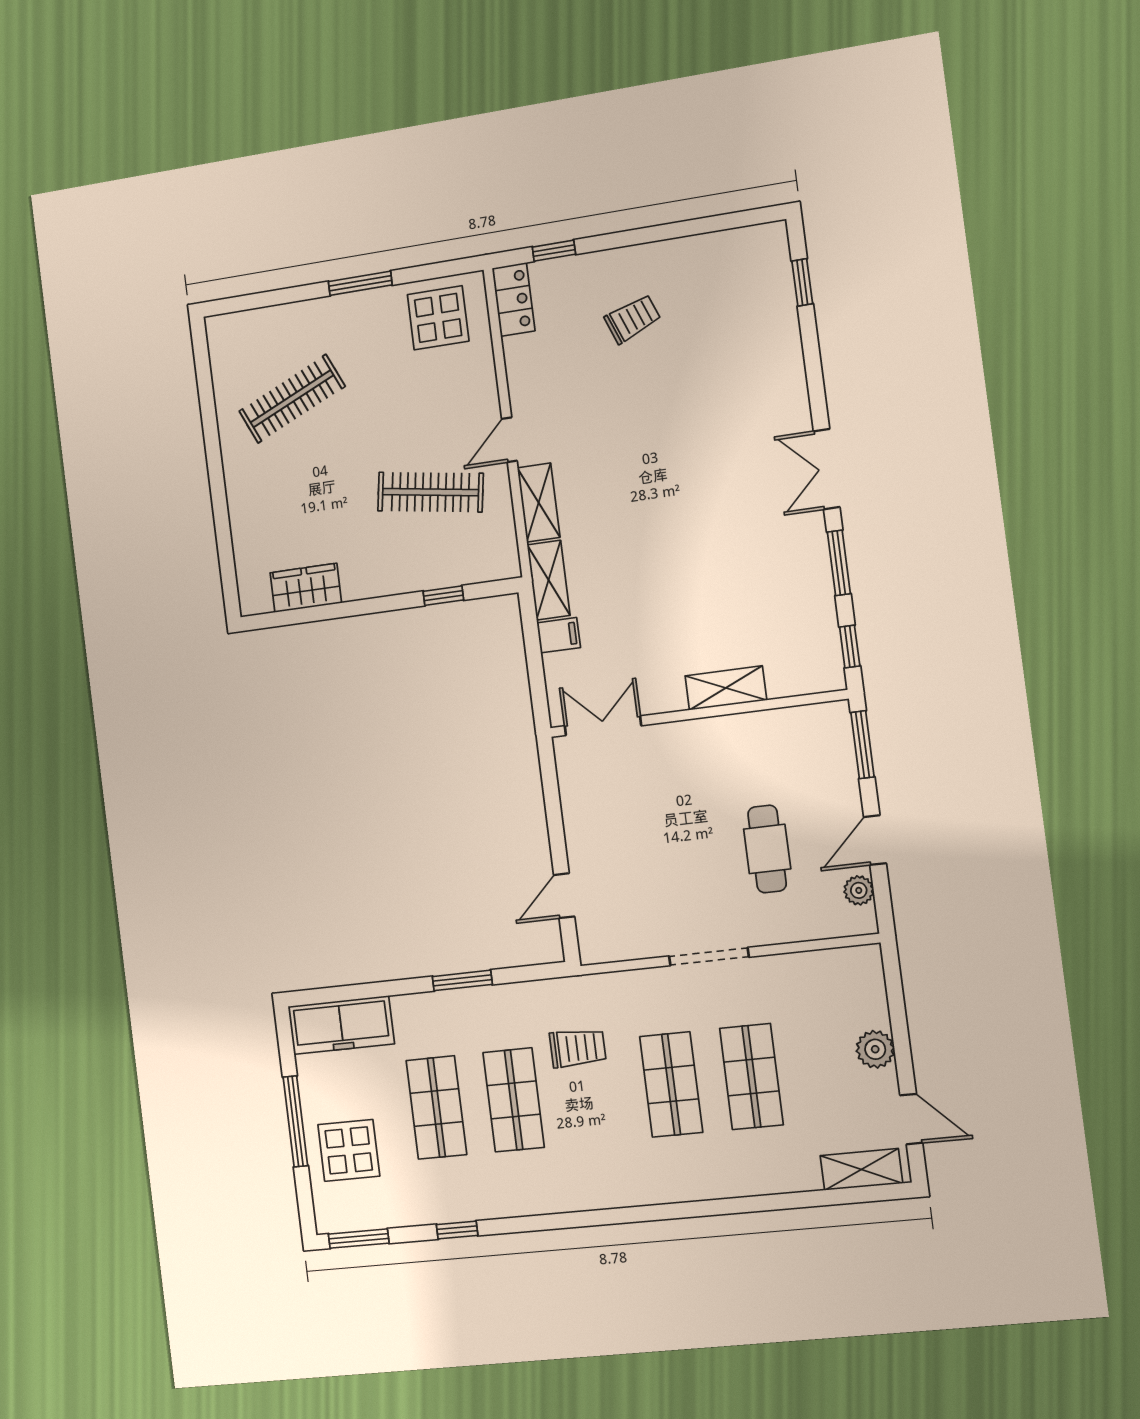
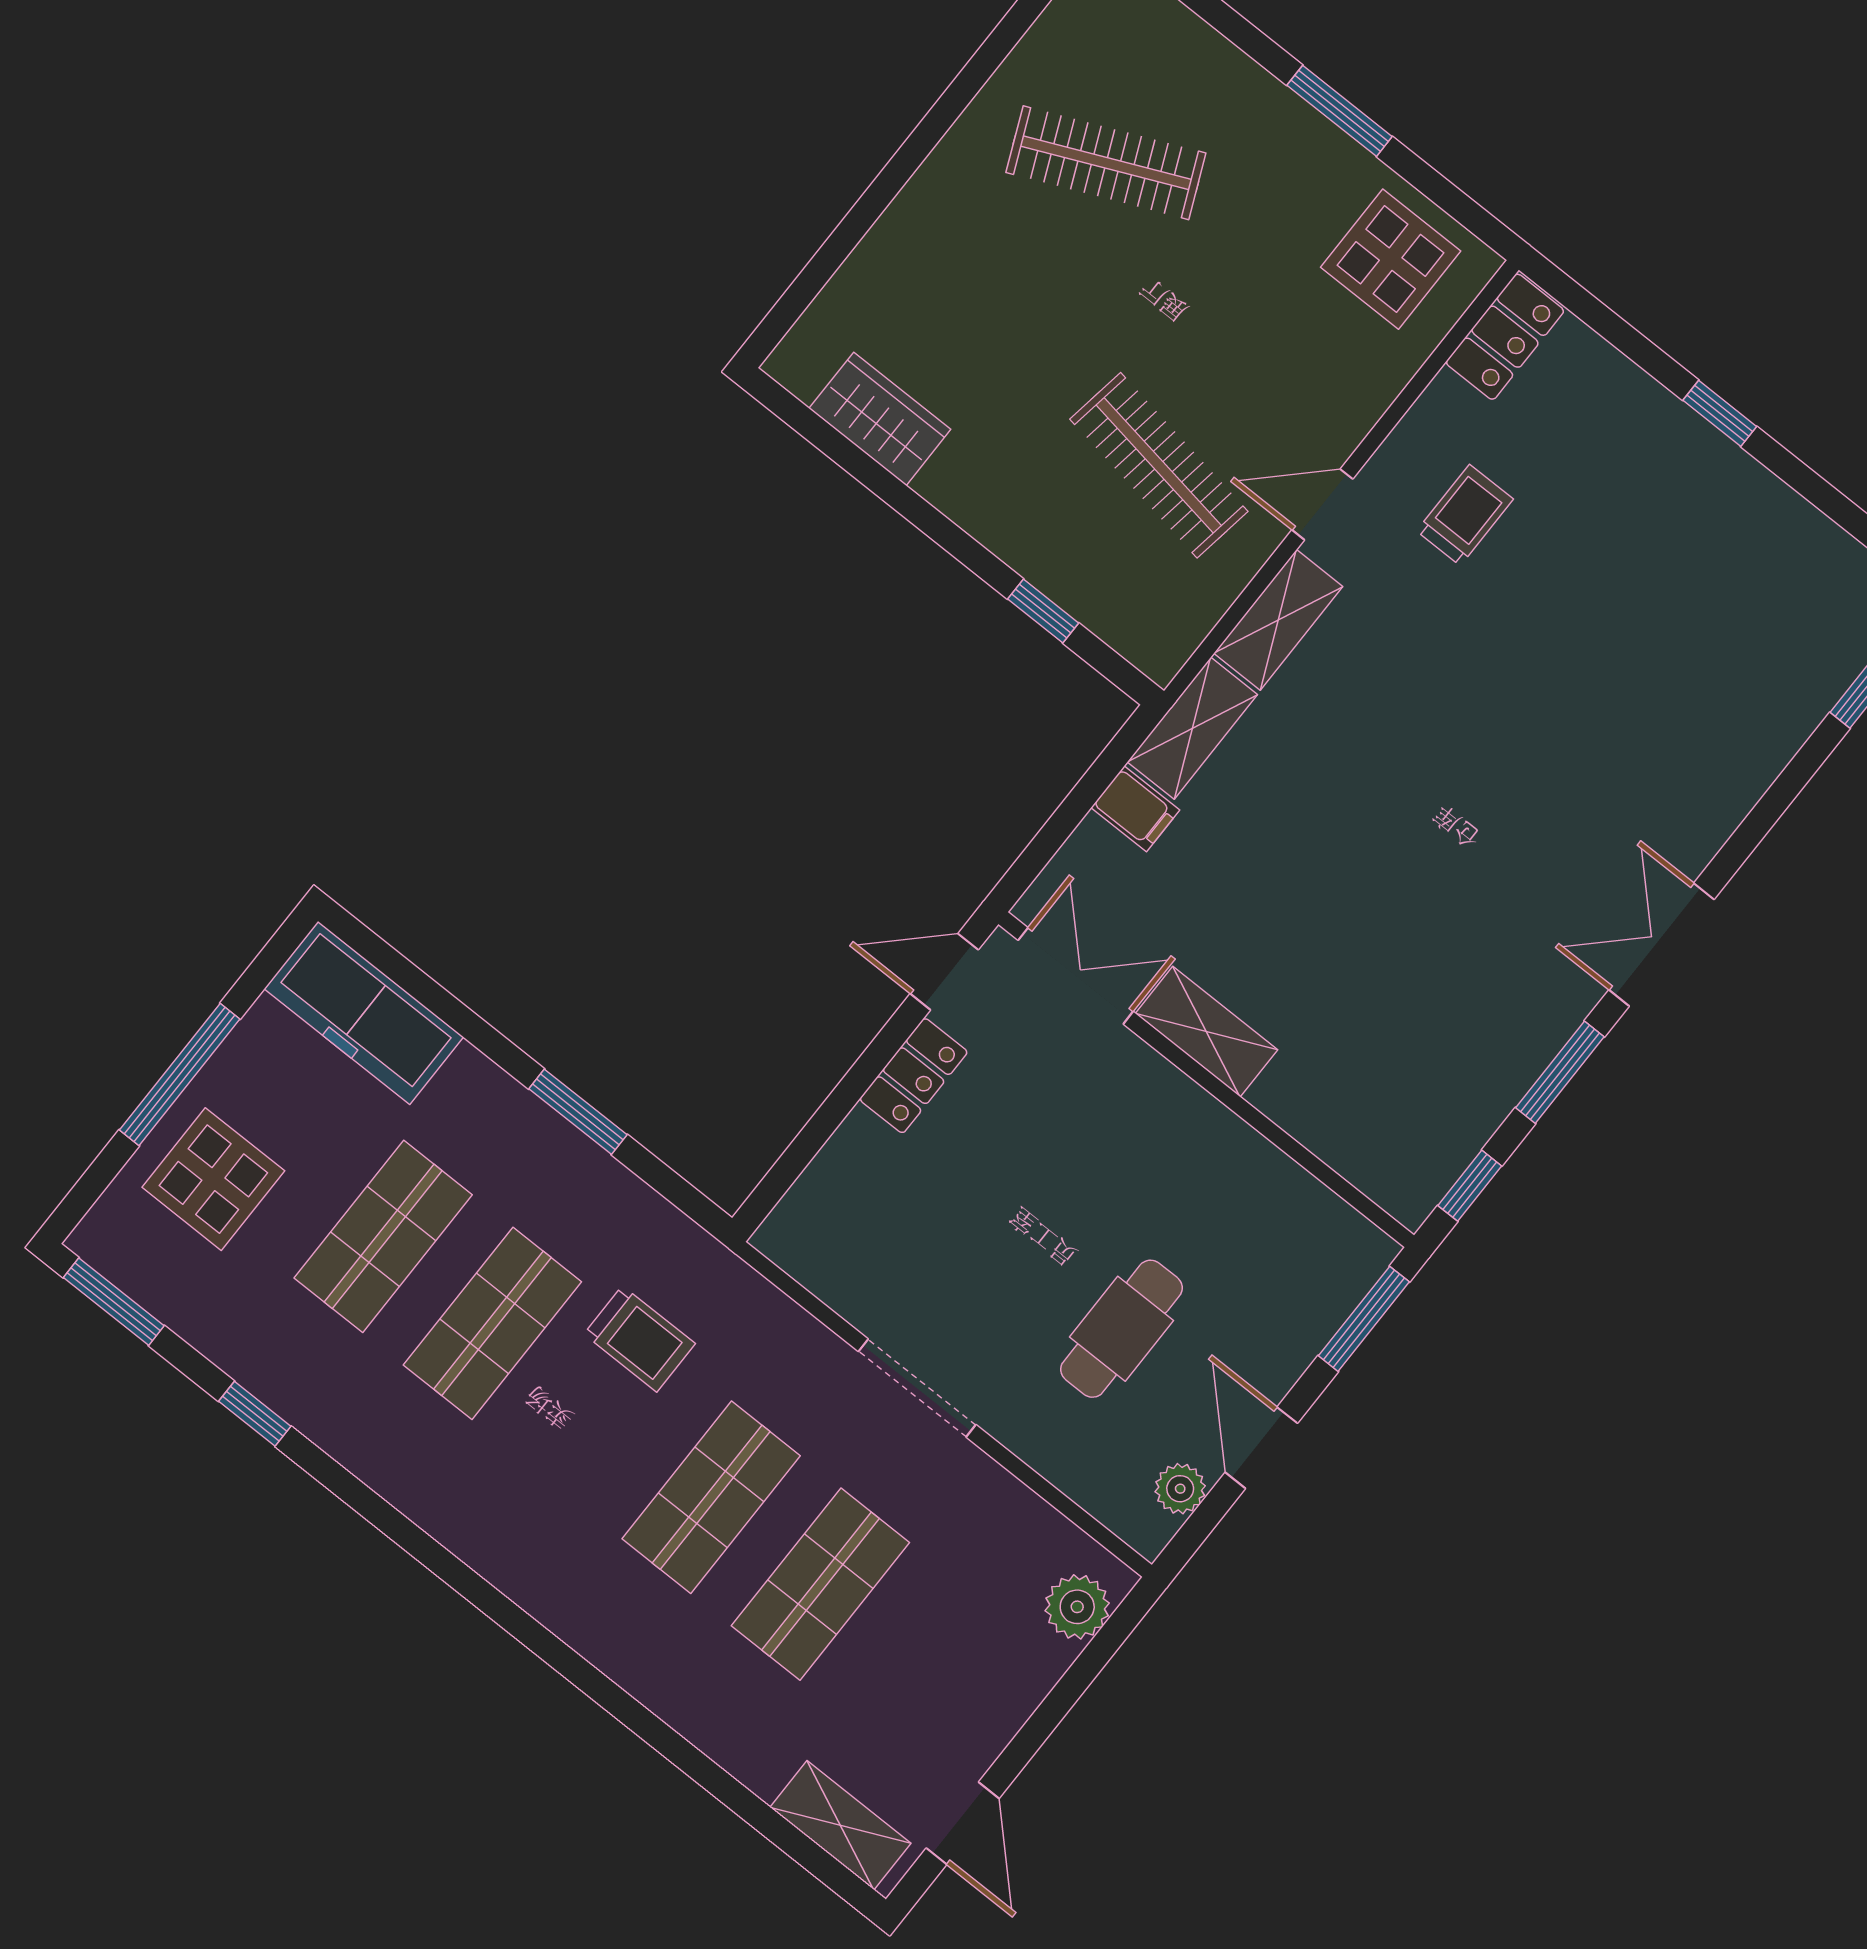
window: (554, 251) -> (1720, 413), moved
trolley: (633, 319) -> (1465, 515), moved, turned -69
shelving: (726, 688) -> (1206, 1032), moved
locker: (579, 831) -> (914, 1076), added
door: (875, 840) -> (1261, 1448), hinge flipped
door: (564, 896) -> (944, 972), moved
plant: (875, 1049) -> (1077, 1607), moved

